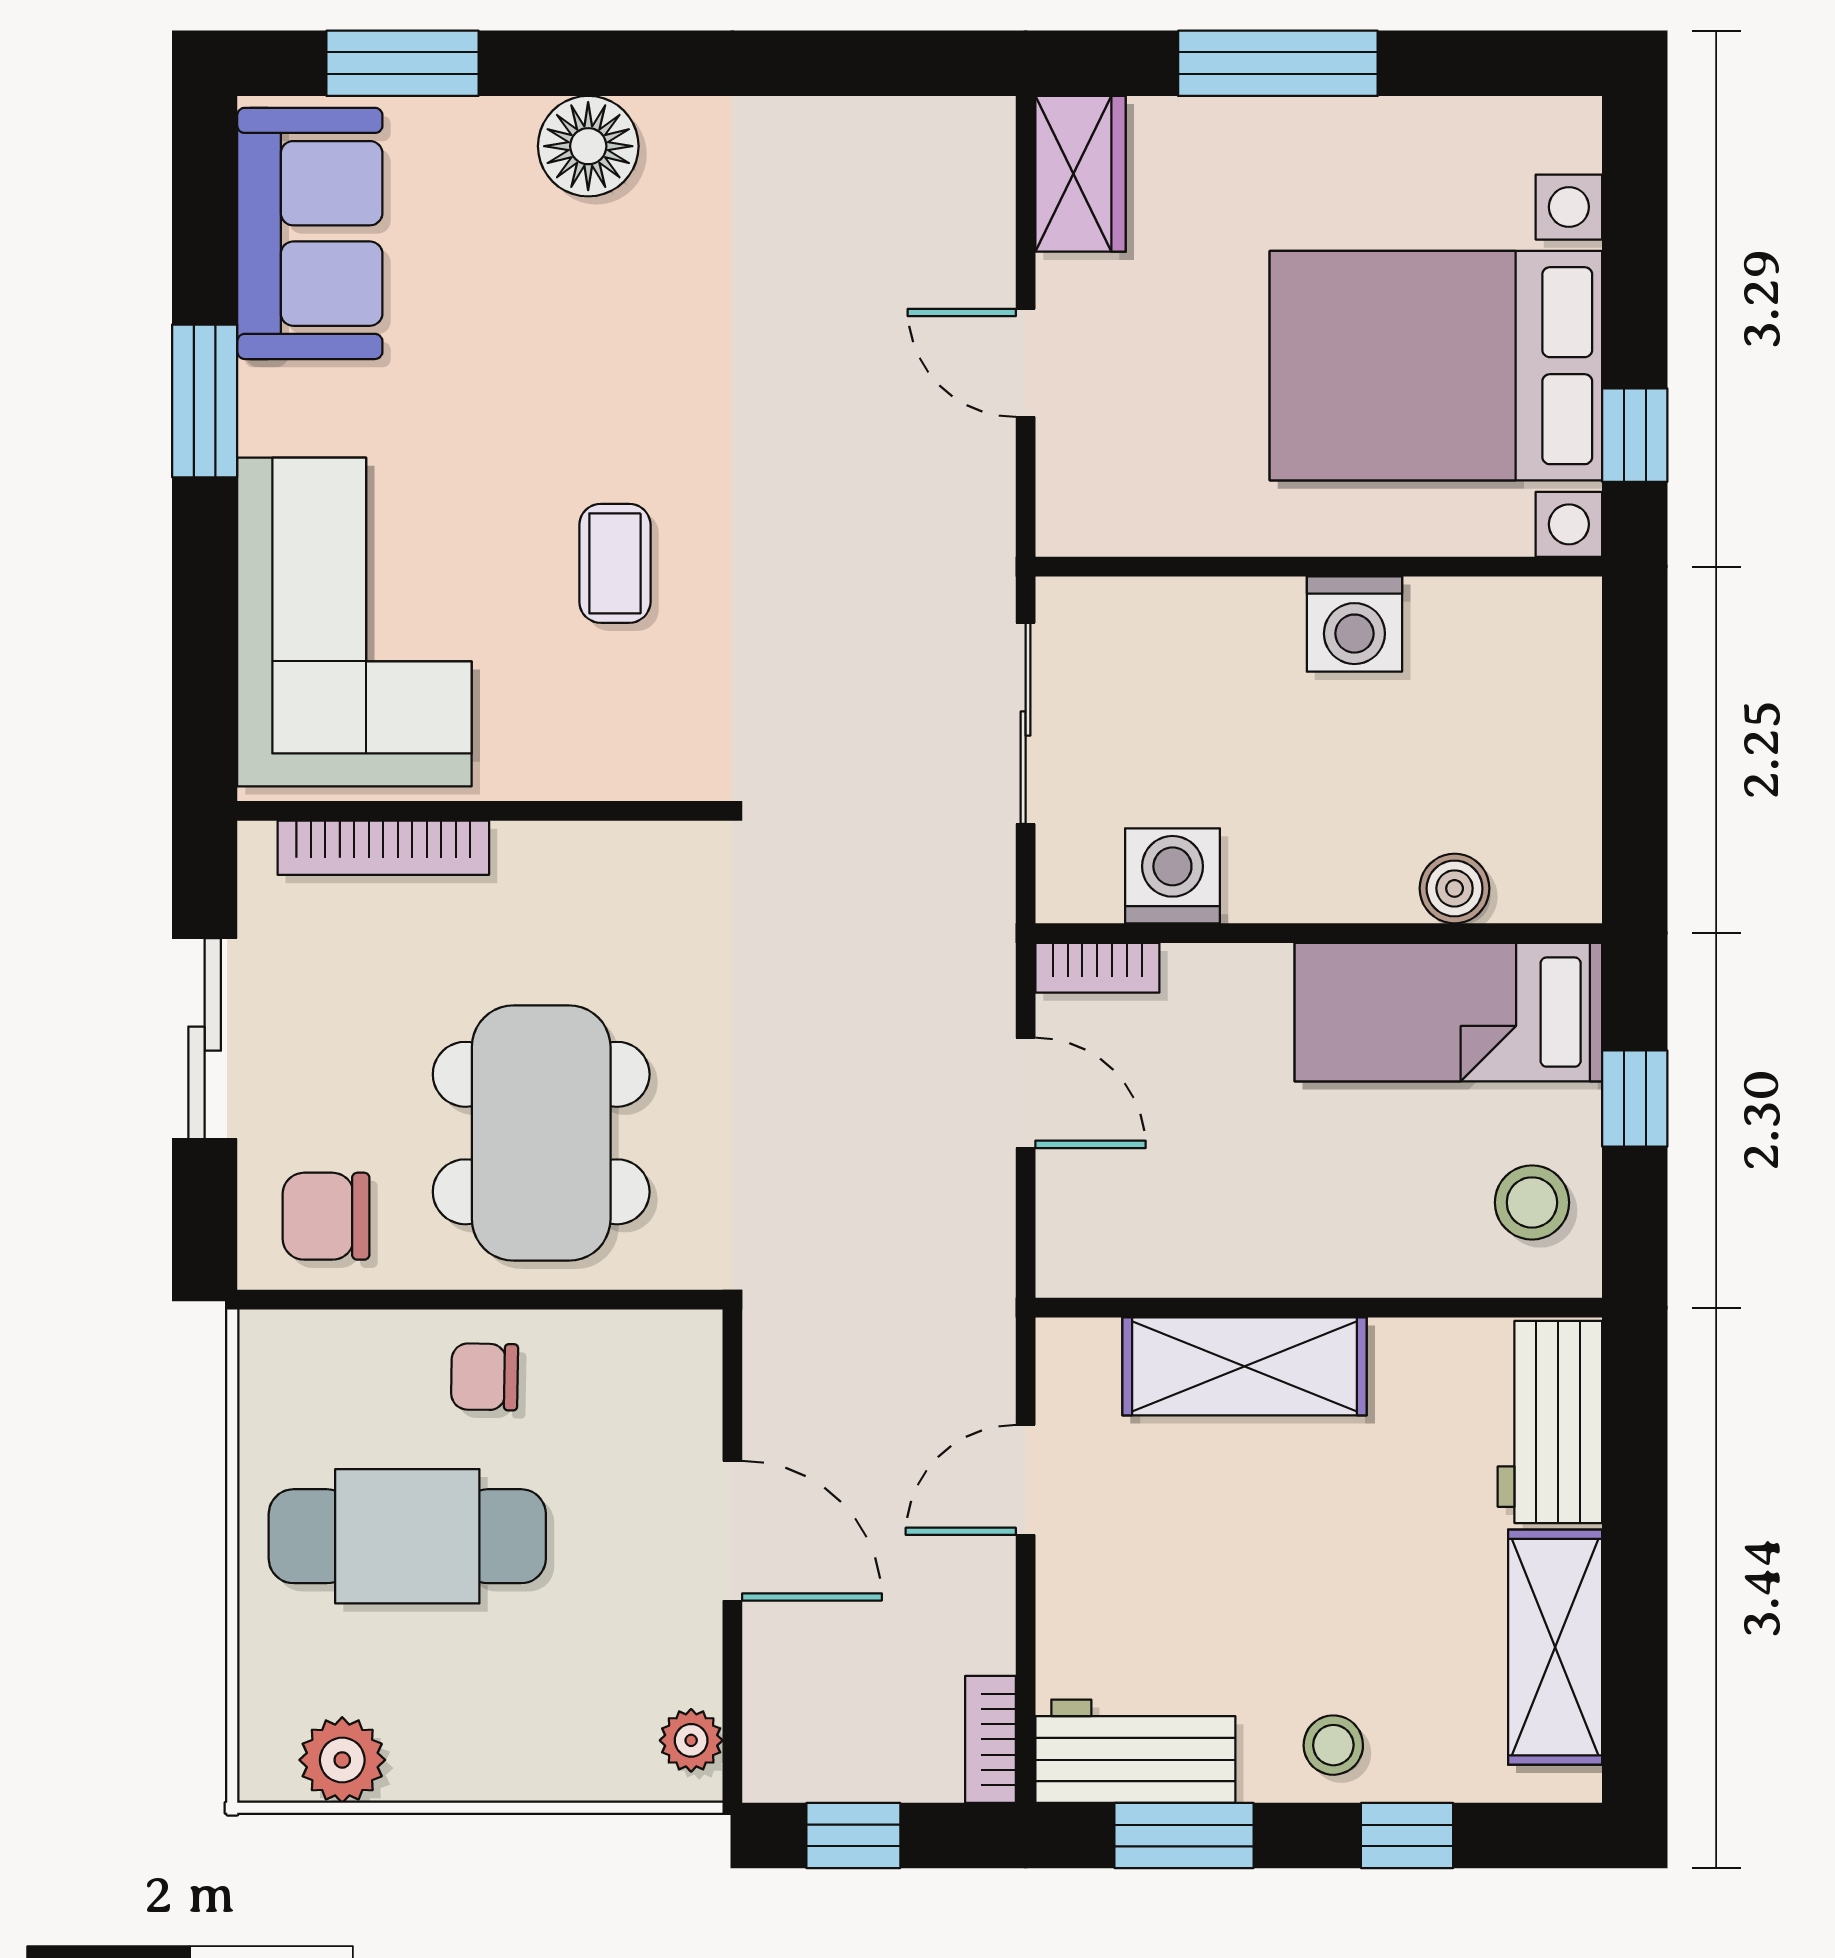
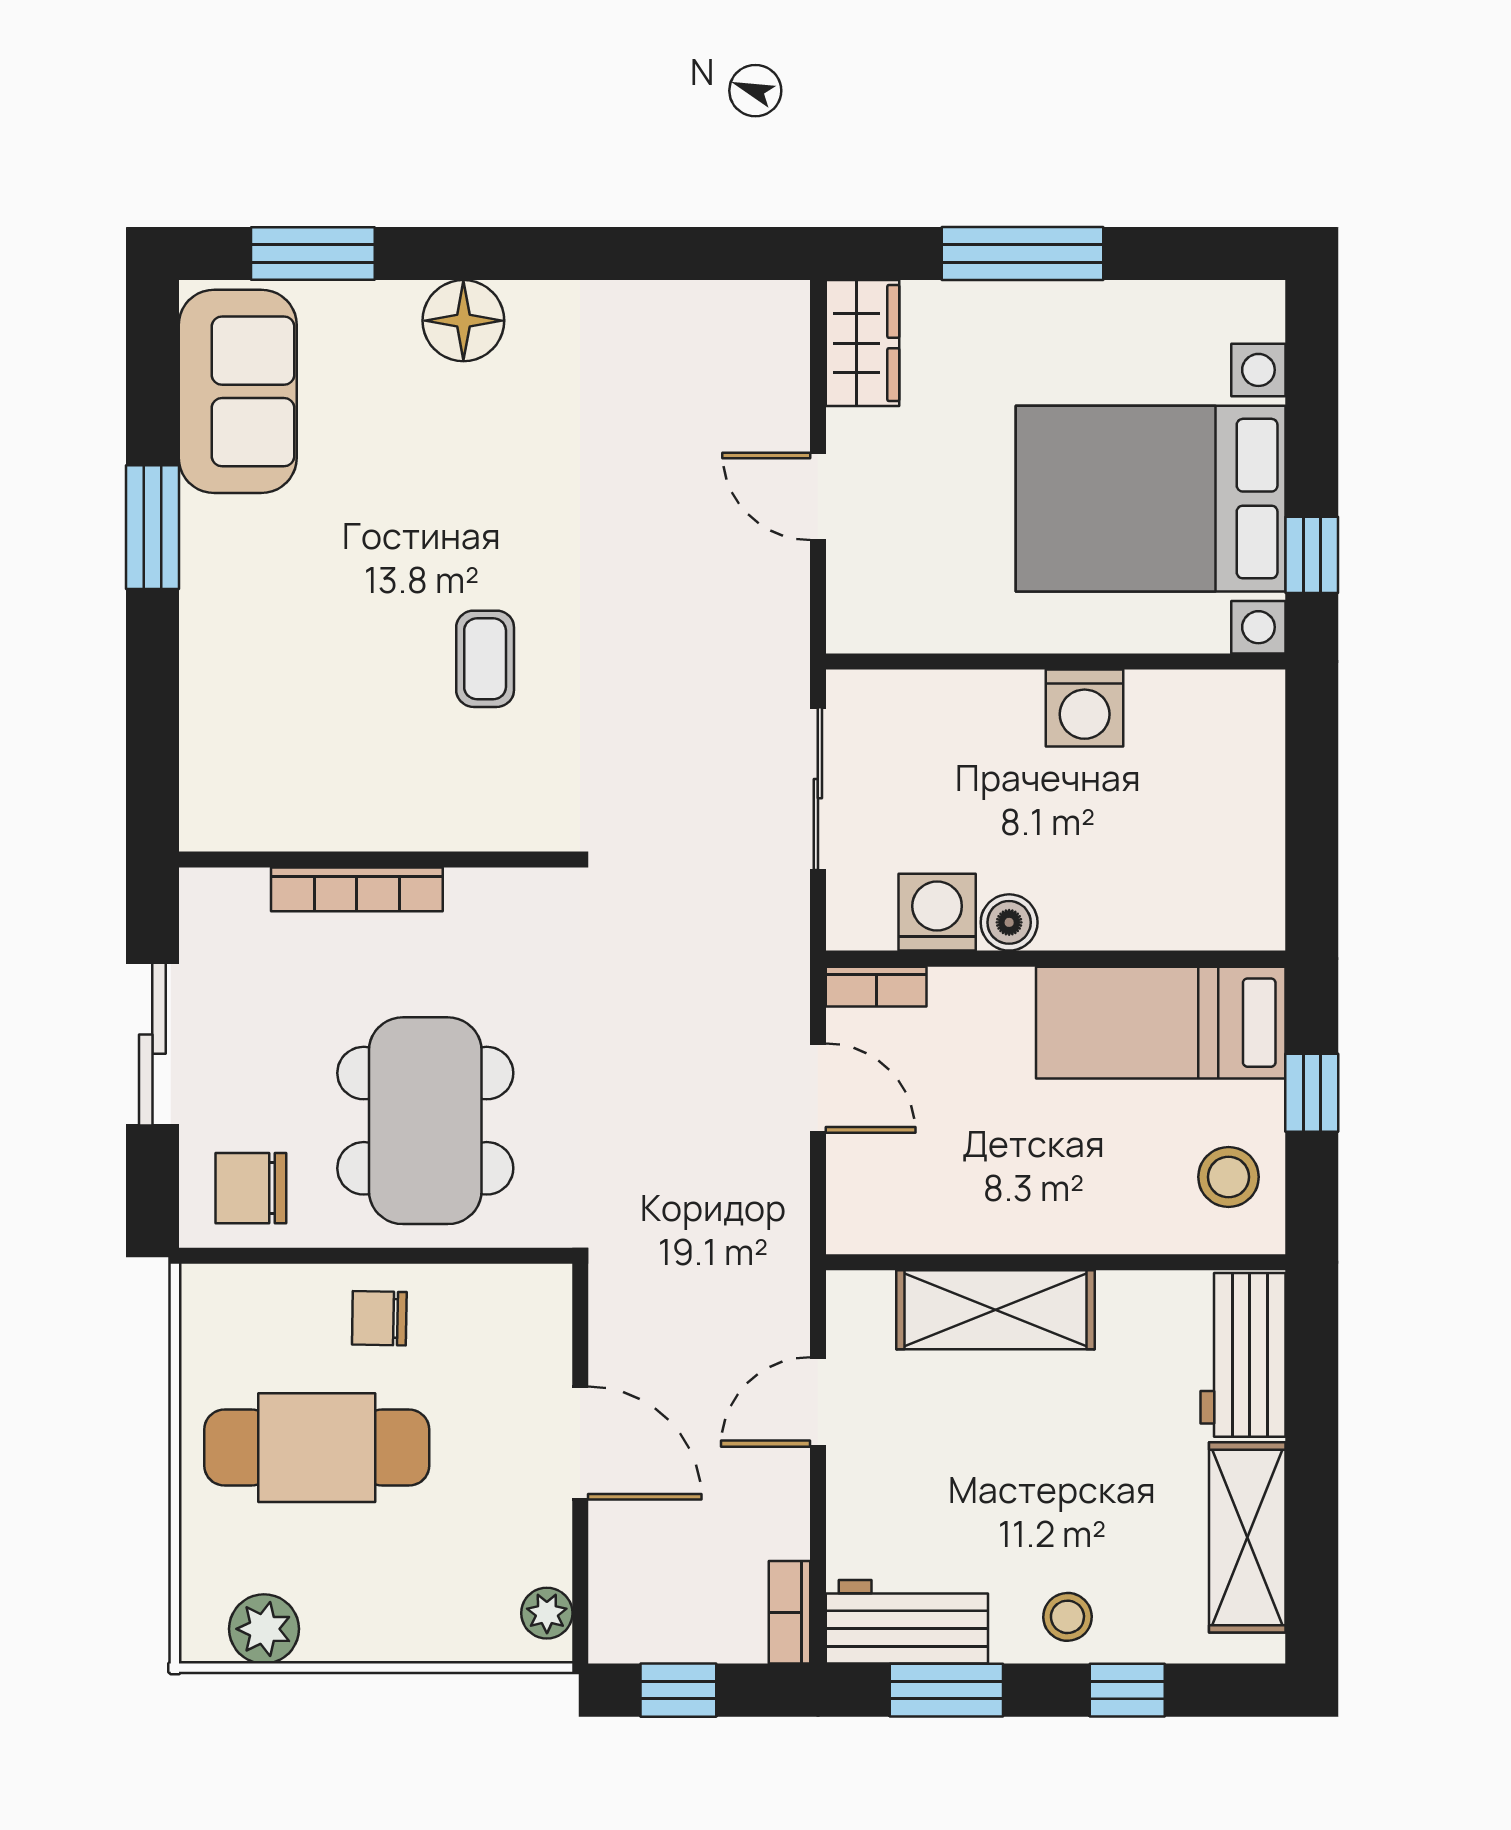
corner sofa: (354, 622) -> (274, 706), removed
bookcase: (383, 848) -> (357, 889), moved
boiler: (1455, 888) -> (1009, 922), moved

